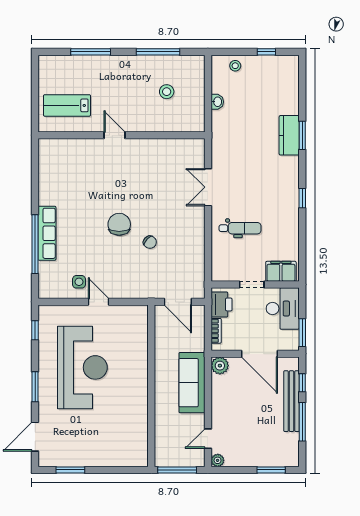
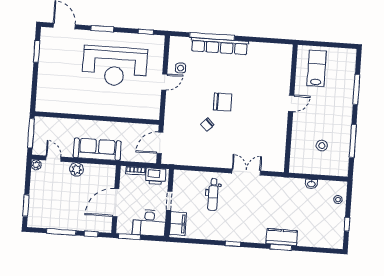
row of seats: (47, 233) -> (220, 46), width x1.36
plant: (220, 366) -> (77, 169), moved
bench: (291, 401) -> (78, 225), removed

